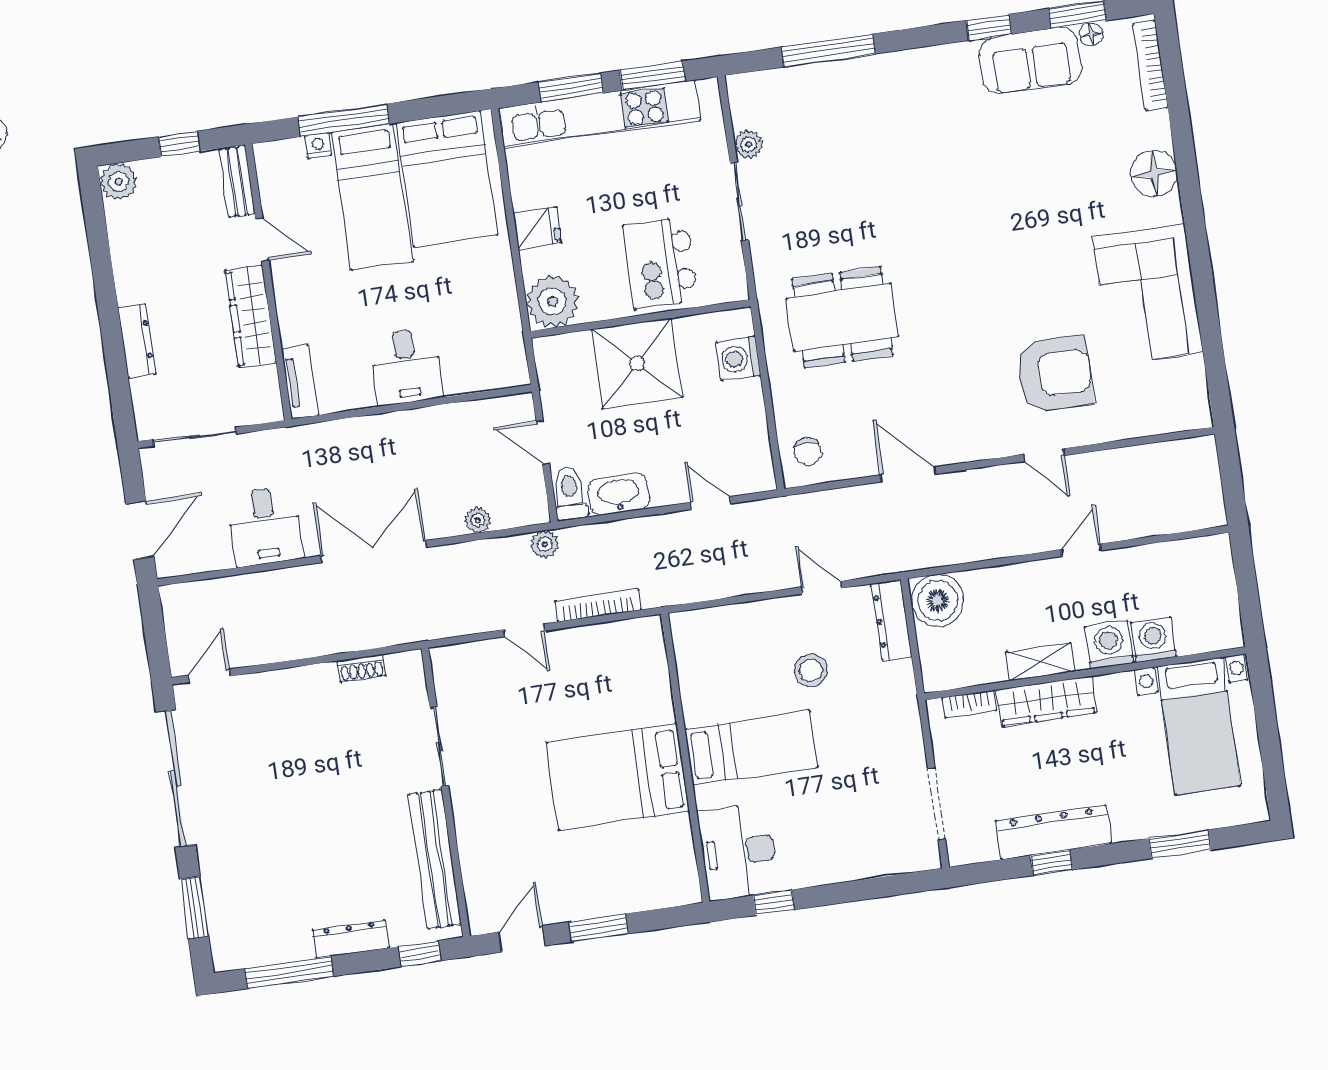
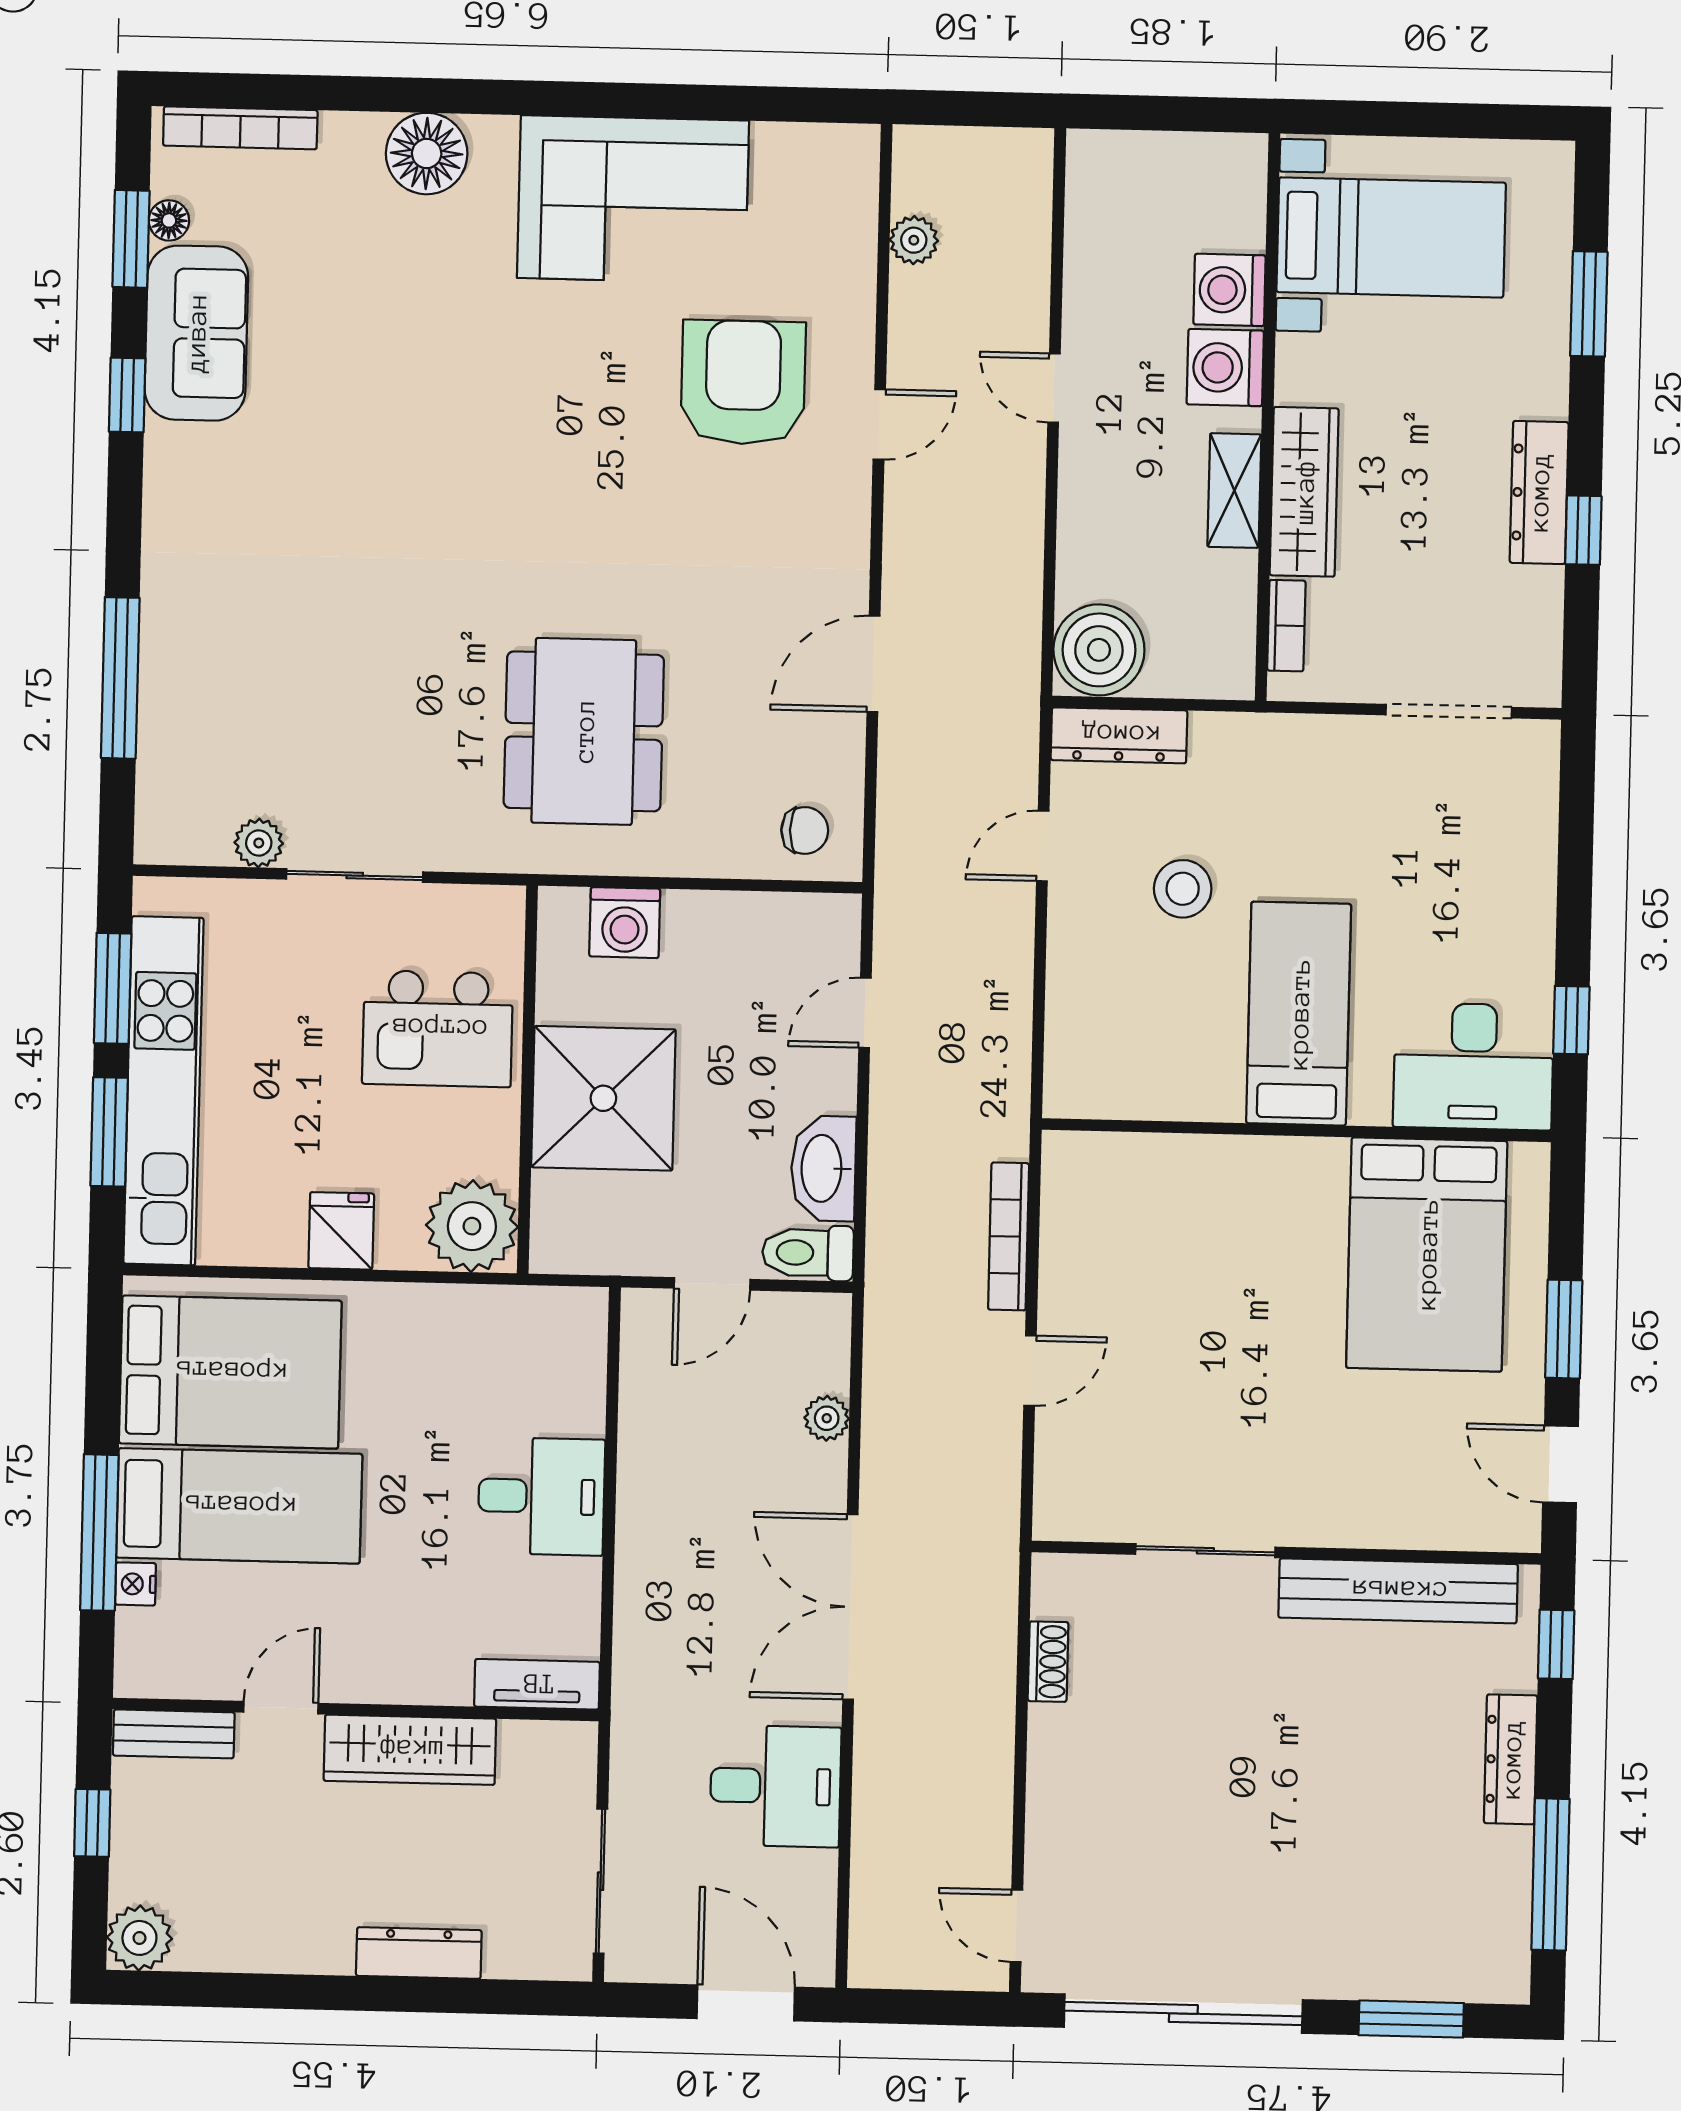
plant: (545, 544) -> (914, 240), moved
bed: (618, 777) -> (1427, 1254), moved
dresser: (1053, 832) -> (1539, 492), width x0.73, depth x0.80

